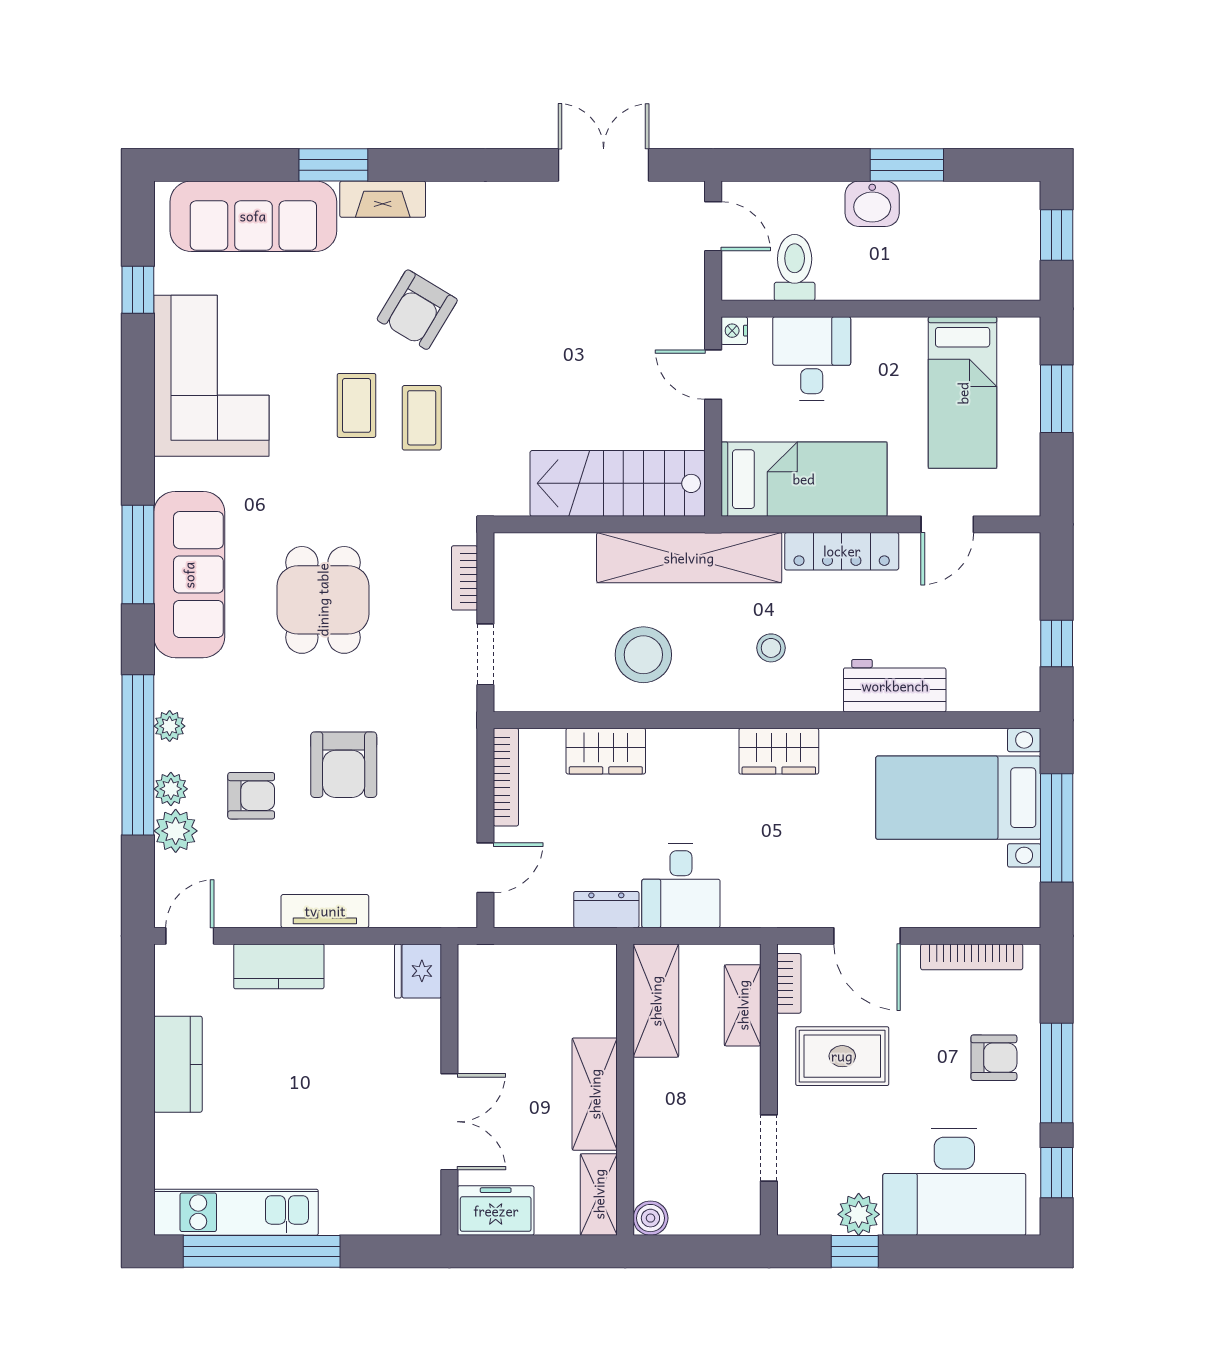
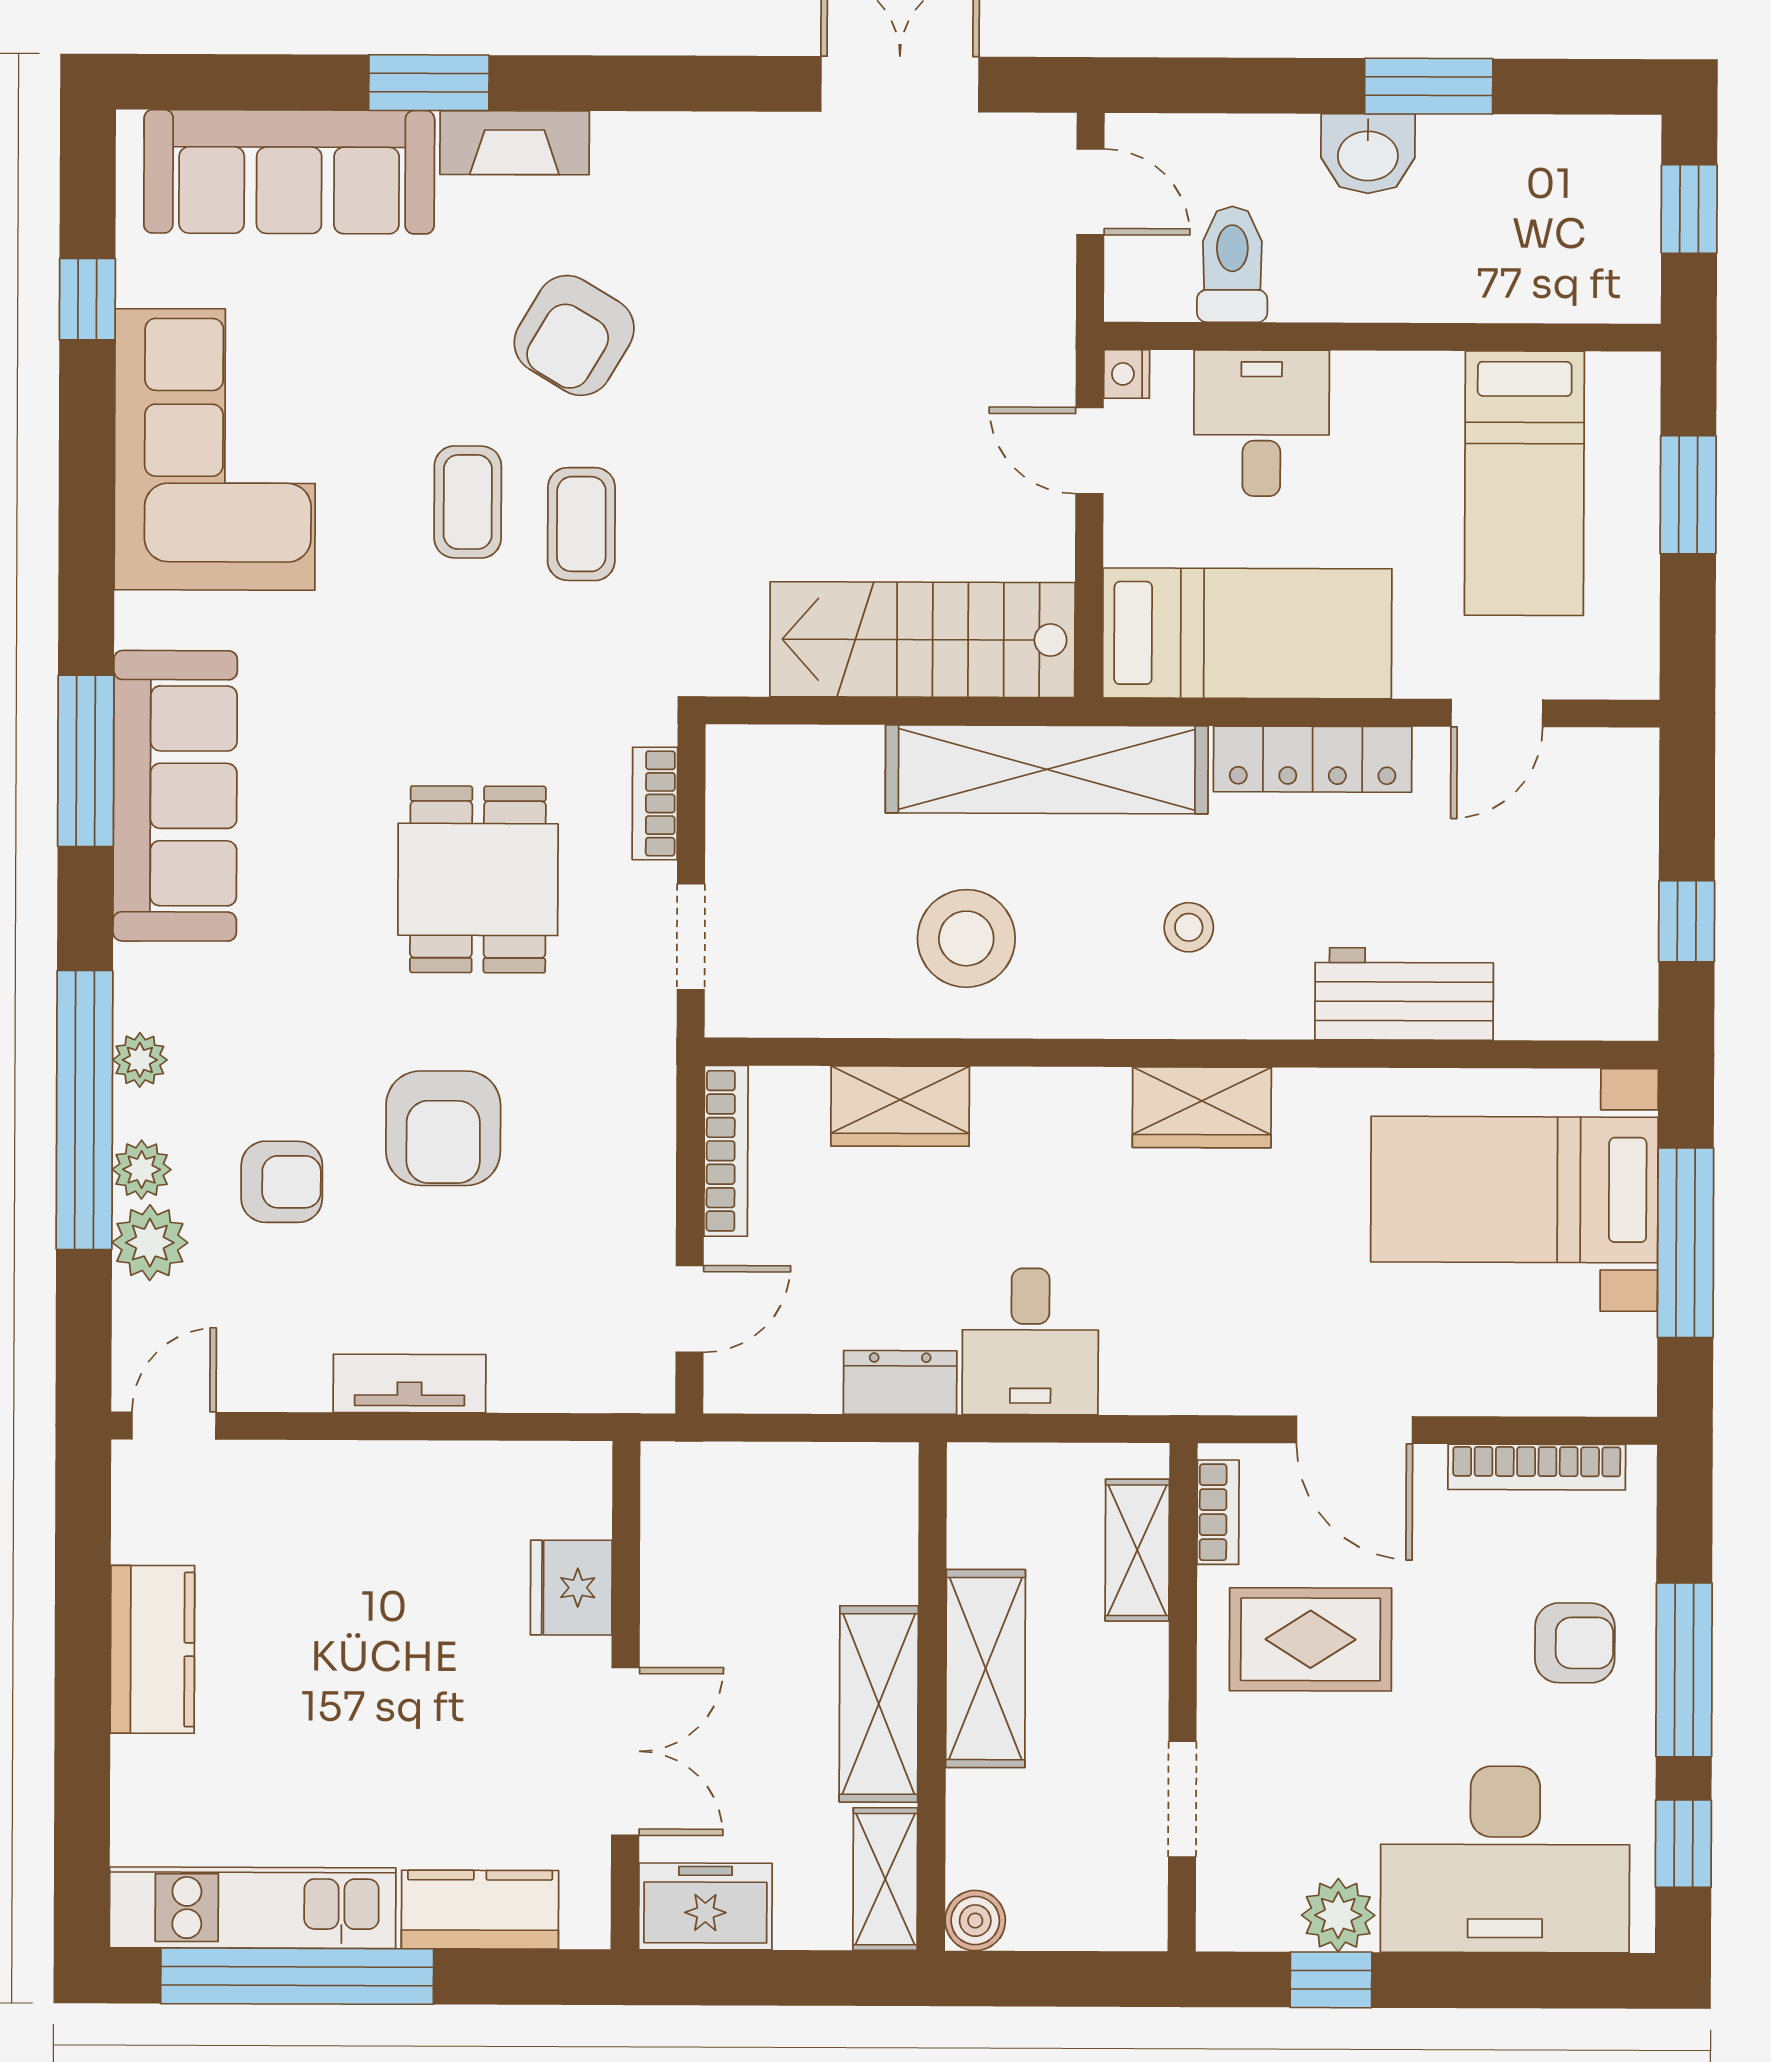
dining table: (323, 600) -> (478, 879), moved
kitchen counter: (279, 966) -> (480, 1910), moved, turned 180
fridge: (418, 971) -> (571, 1588), moved
shelving: (656, 1001) -> (986, 1669), moved

